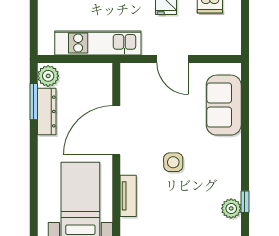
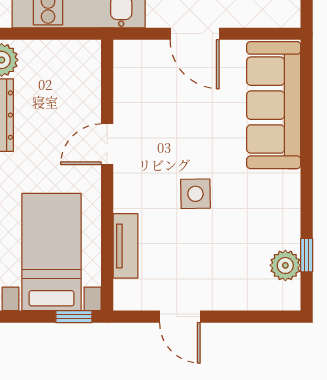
sofa: (224, 105) -> (274, 105), width x1.36
door: (116, 130) -> (107, 144), width x0.53

